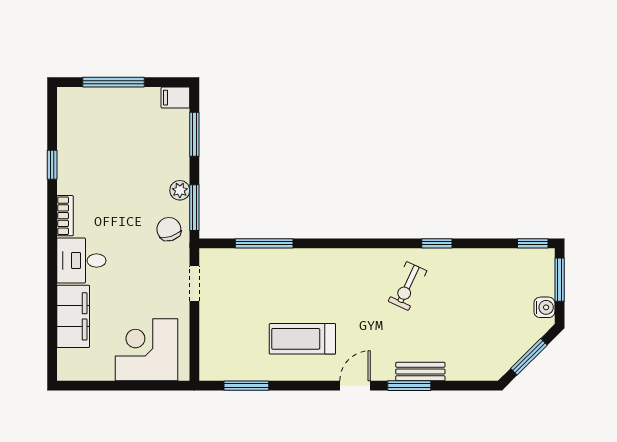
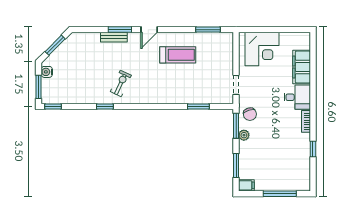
window: (264, 243) -> (198, 107), width x0.69

